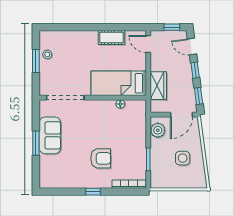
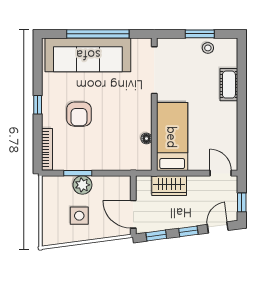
cot: (112, 37) -> (229, 85), moved
door: (148, 44) -> (221, 173), hinge flipped
plant: (158, 130) -> (82, 185), moved
sofa: (50, 135) -> (88, 55), width x1.85, depth x1.27
window: (36, 143) -> (98, 34), width x2.11

